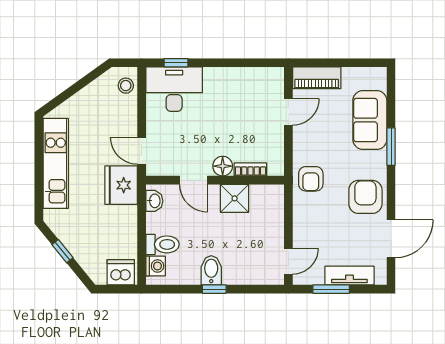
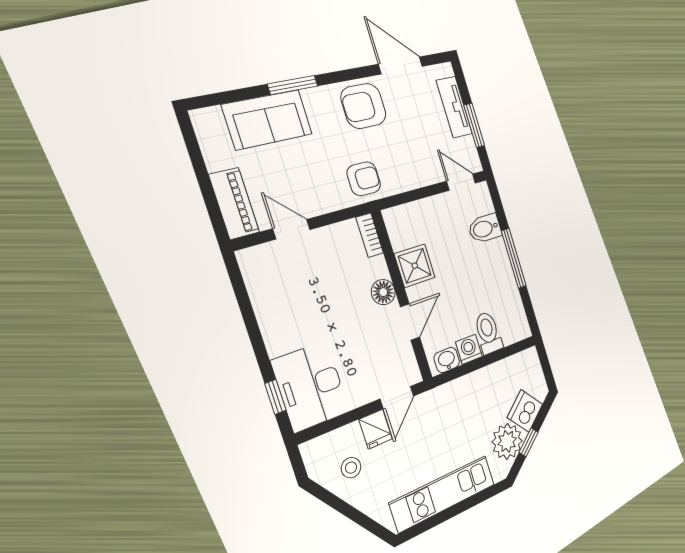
stool: (126, 86) -> (351, 468), moved
bookcase: (250, 169) -> (370, 235), moved
fridge: (121, 185) -> (376, 429), moved, width x0.53, depth x0.75
plant: (71, 232) -> (507, 441), added
washing machine: (156, 266) -> (469, 349), moved
bidet: (211, 270) -> (485, 228), moved
dishwasher: (121, 272) -> (525, 411), moved, turned 51
window: (214, 289) -> (514, 258), width x2.17

